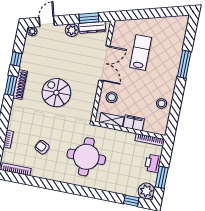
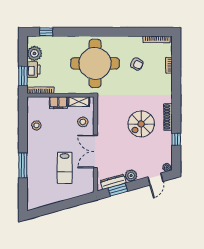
window: (11, 85) -> (176, 114), removed
spiral stairs: (56, 93) -> (141, 124), moved, turned 90
round table: (86, 157) -> (95, 63), width x1.36, depth x1.36
window: (162, 177) -> (23, 76), moved
plant: (146, 191) -> (34, 53), moved

